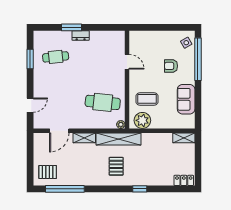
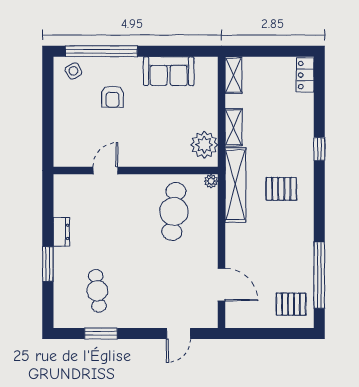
dresser: (81, 36) -> (61, 232), moved
coffee table: (147, 99) -> (168, 137), removed
door: (30, 105) -> (178, 333), swing flipped
shelving: (84, 138) -> (234, 127), moved
pallet: (48, 172) -> (291, 304), turned 90

